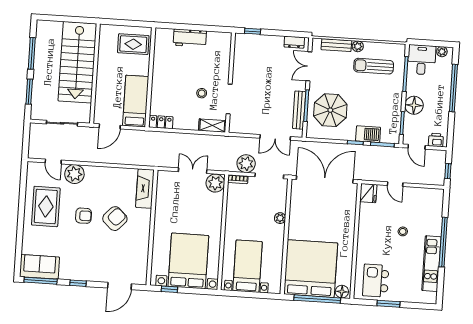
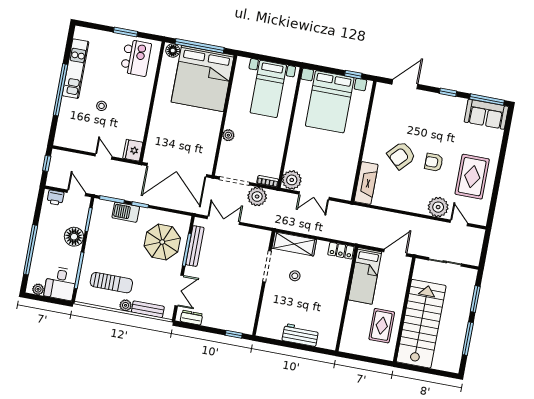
rug: (133, 44) -> (382, 326), moved, turned 90
shelving: (212, 126) -> (294, 244), width x1.50, depth x1.33

